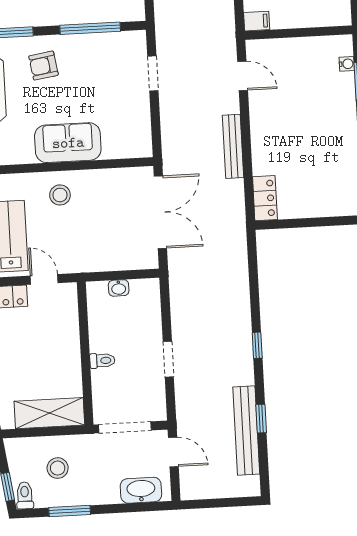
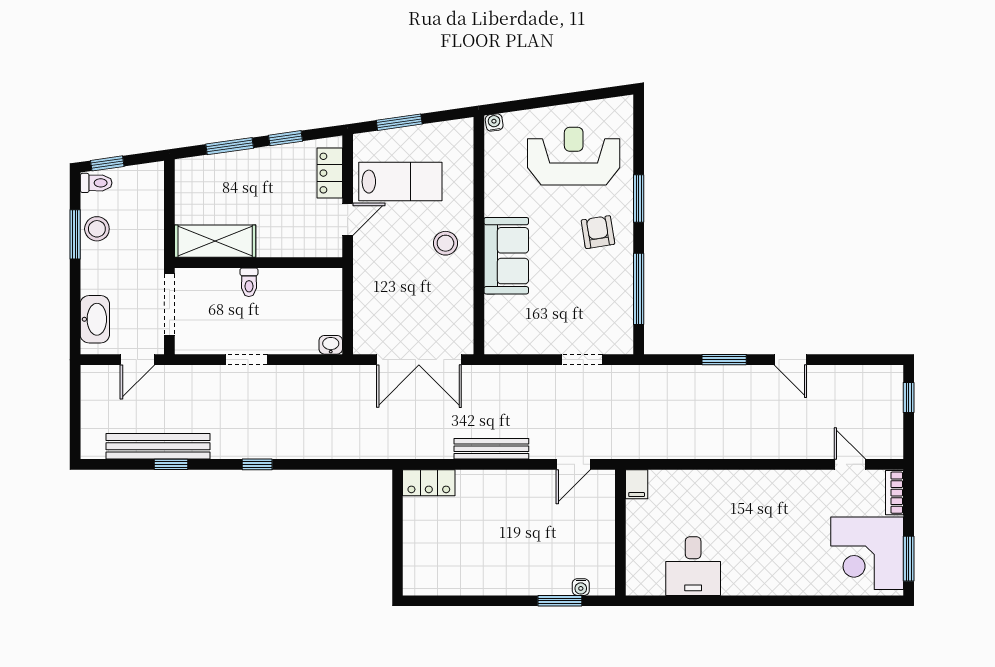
washbasin: (119, 288) -> (331, 345), moved, turned 90
shelving: (49, 413) -> (215, 241), moved, turned 90
stool: (58, 468) -> (97, 229), moved

